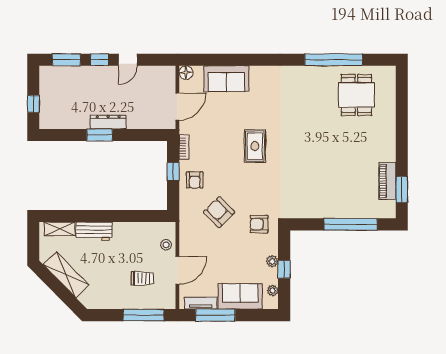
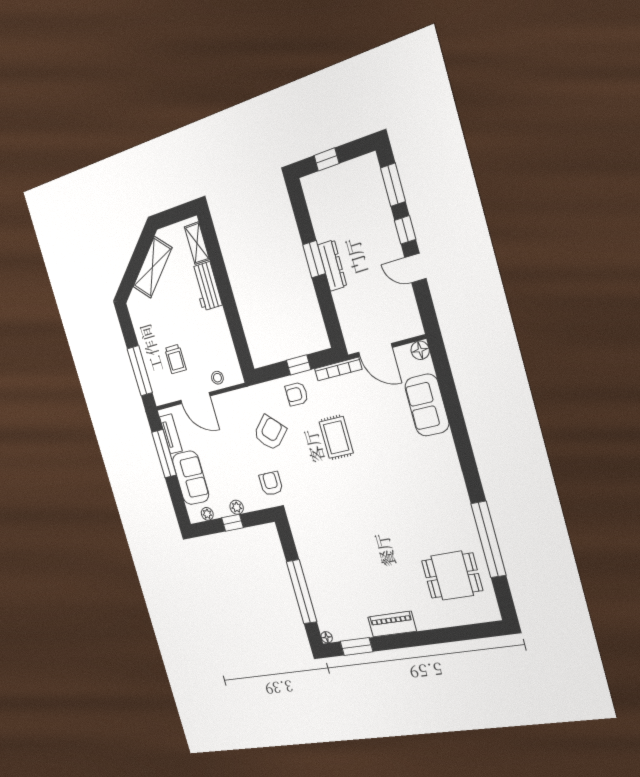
rug: (255, 146) -> (336, 437), moved, turned 90
bookcase: (184, 147) -> (338, 369), width x1.56
piano: (387, 181) -> (392, 624), moved
floor lamp: (391, 214) -> (327, 637), added

